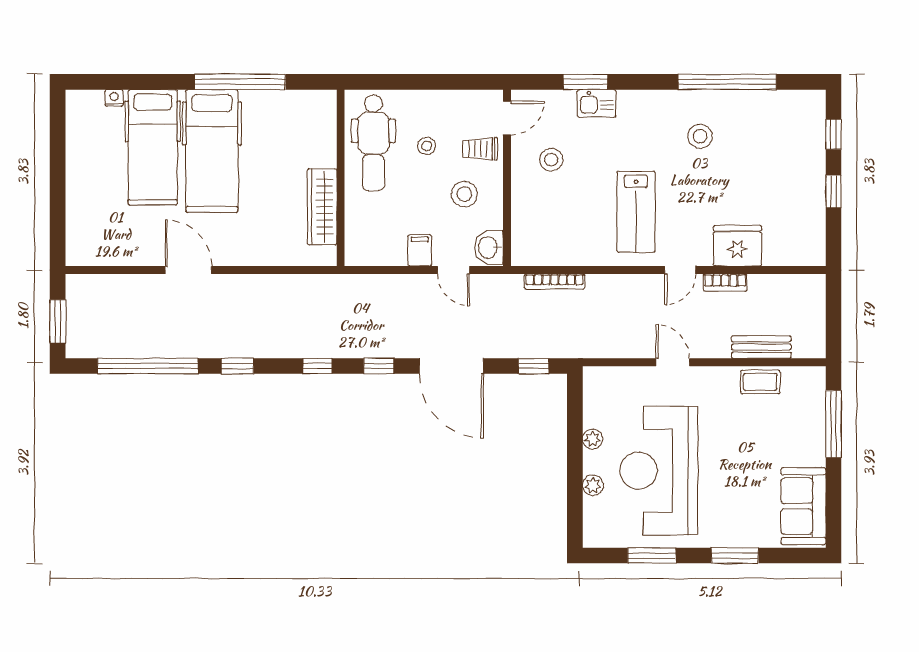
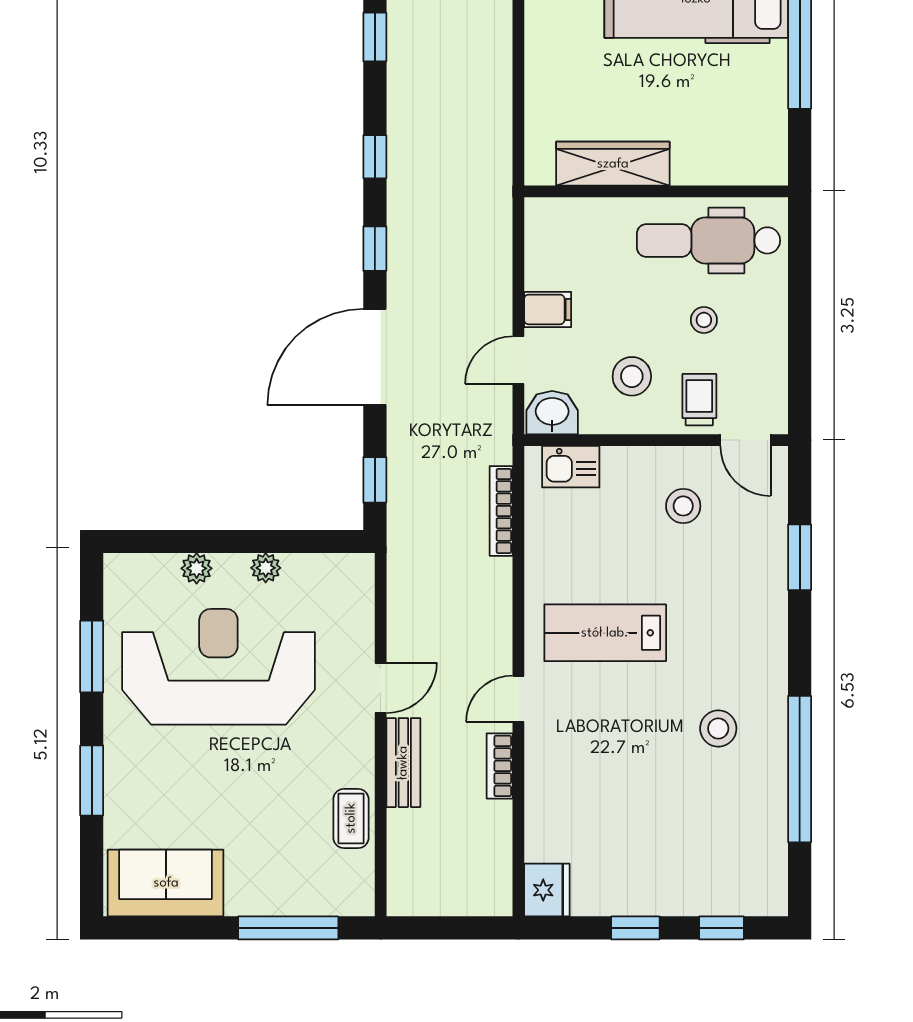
kitchen sink: (597, 103) -> (571, 467), moved, turned -90
fridge: (737, 246) -> (547, 890), moved, width x0.73, depth x0.75
door: (680, 270) -> (518, 699), hinge flipped
bench: (761, 347) -> (403, 763), moved

